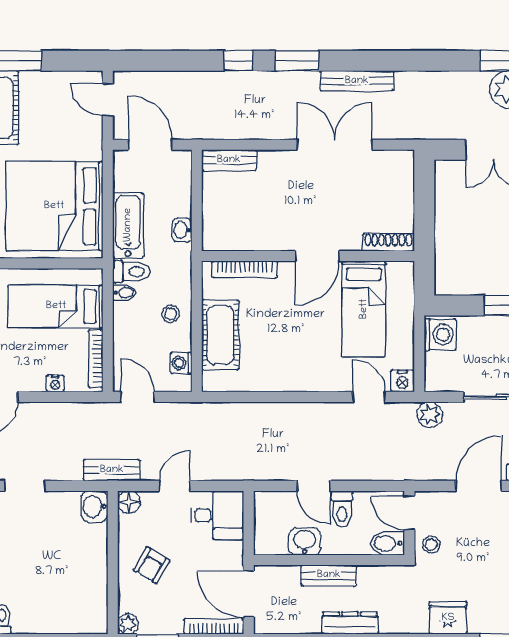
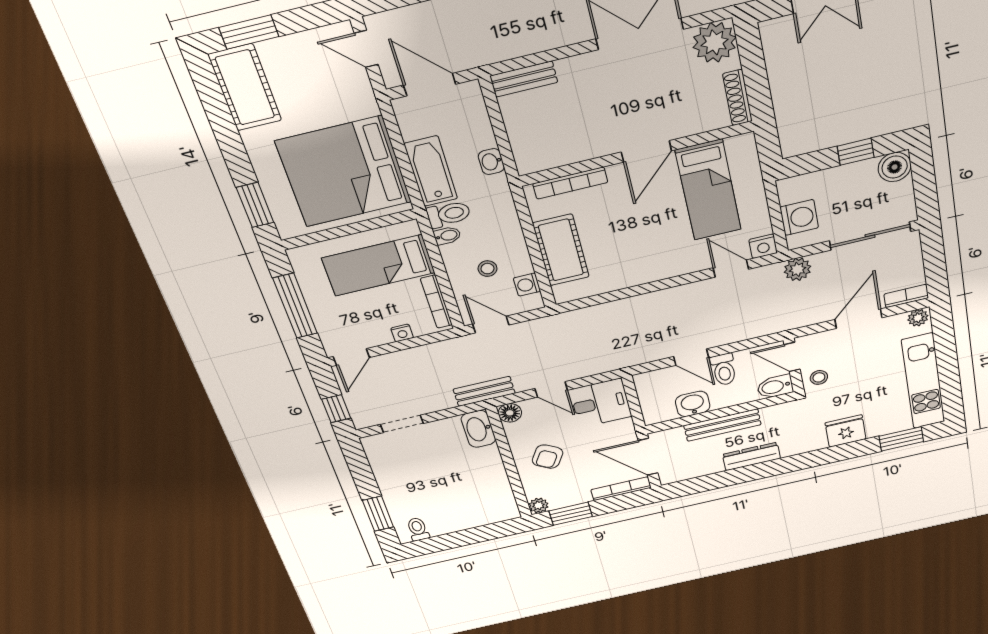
plant: (395, 169) -> (715, 42), added
shoe rack: (388, 242) -> (737, 98), moved, turned -90
stool: (171, 314) -> (487, 269), moved
washing machine: (440, 335) -> (799, 217), moved
door: (175, 486) -> (551, 389), swing flipped
washbasin: (94, 507) -> (478, 429), width x1.38
bench: (329, 575) -> (722, 425), width x1.36

